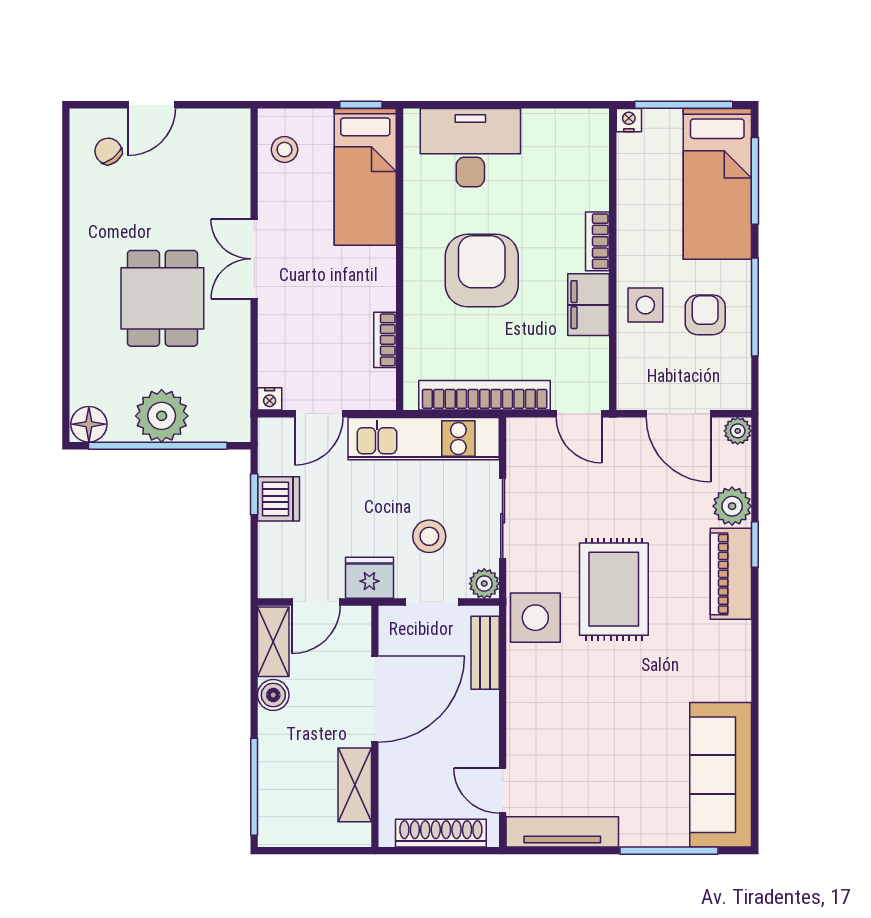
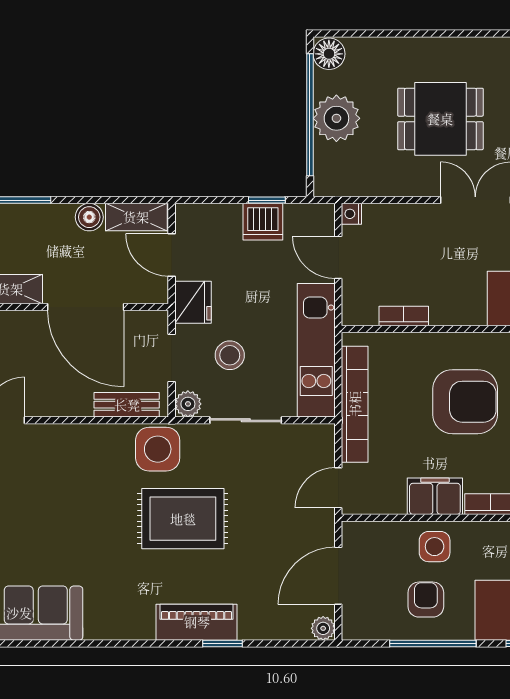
armchair: (705, 315) -> (426, 600), turned -90
plant: (732, 506) -> (256, 623), removed

